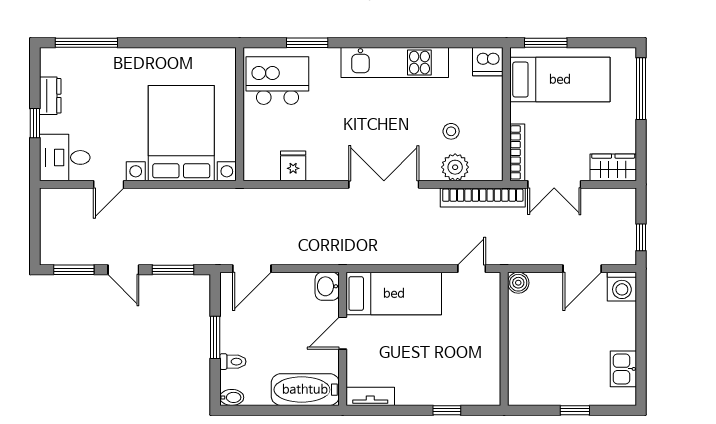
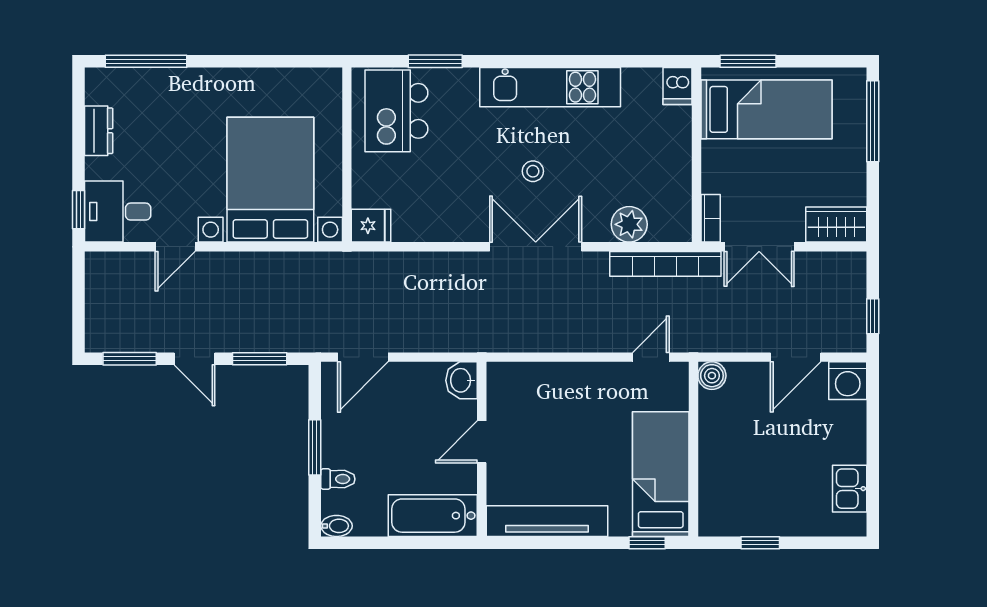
dishwasher: (488, 62) -> (677, 86), width x0.73
kitchen island: (277, 81) -> (396, 111), turned -90
window: (35, 123) -> (79, 210), moved
stool: (451, 131) -> (533, 171), moved
bookcase: (517, 152) -> (711, 218), width x0.64
fridge: (293, 166) -> (371, 226), moved, turned 90
bed: (394, 294) -> (661, 474), moved, turned -90
tv unit: (370, 396) -> (547, 521), width x1.92, depth x1.29
window: (447, 410) -> (647, 543), moved
window: (575, 410) -> (760, 543), moved

